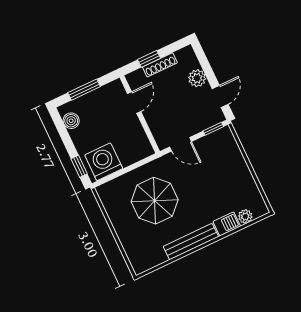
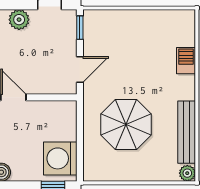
plant: (245, 216) -> (187, 173), moved
bench: (191, 242) -> (187, 132), moved

